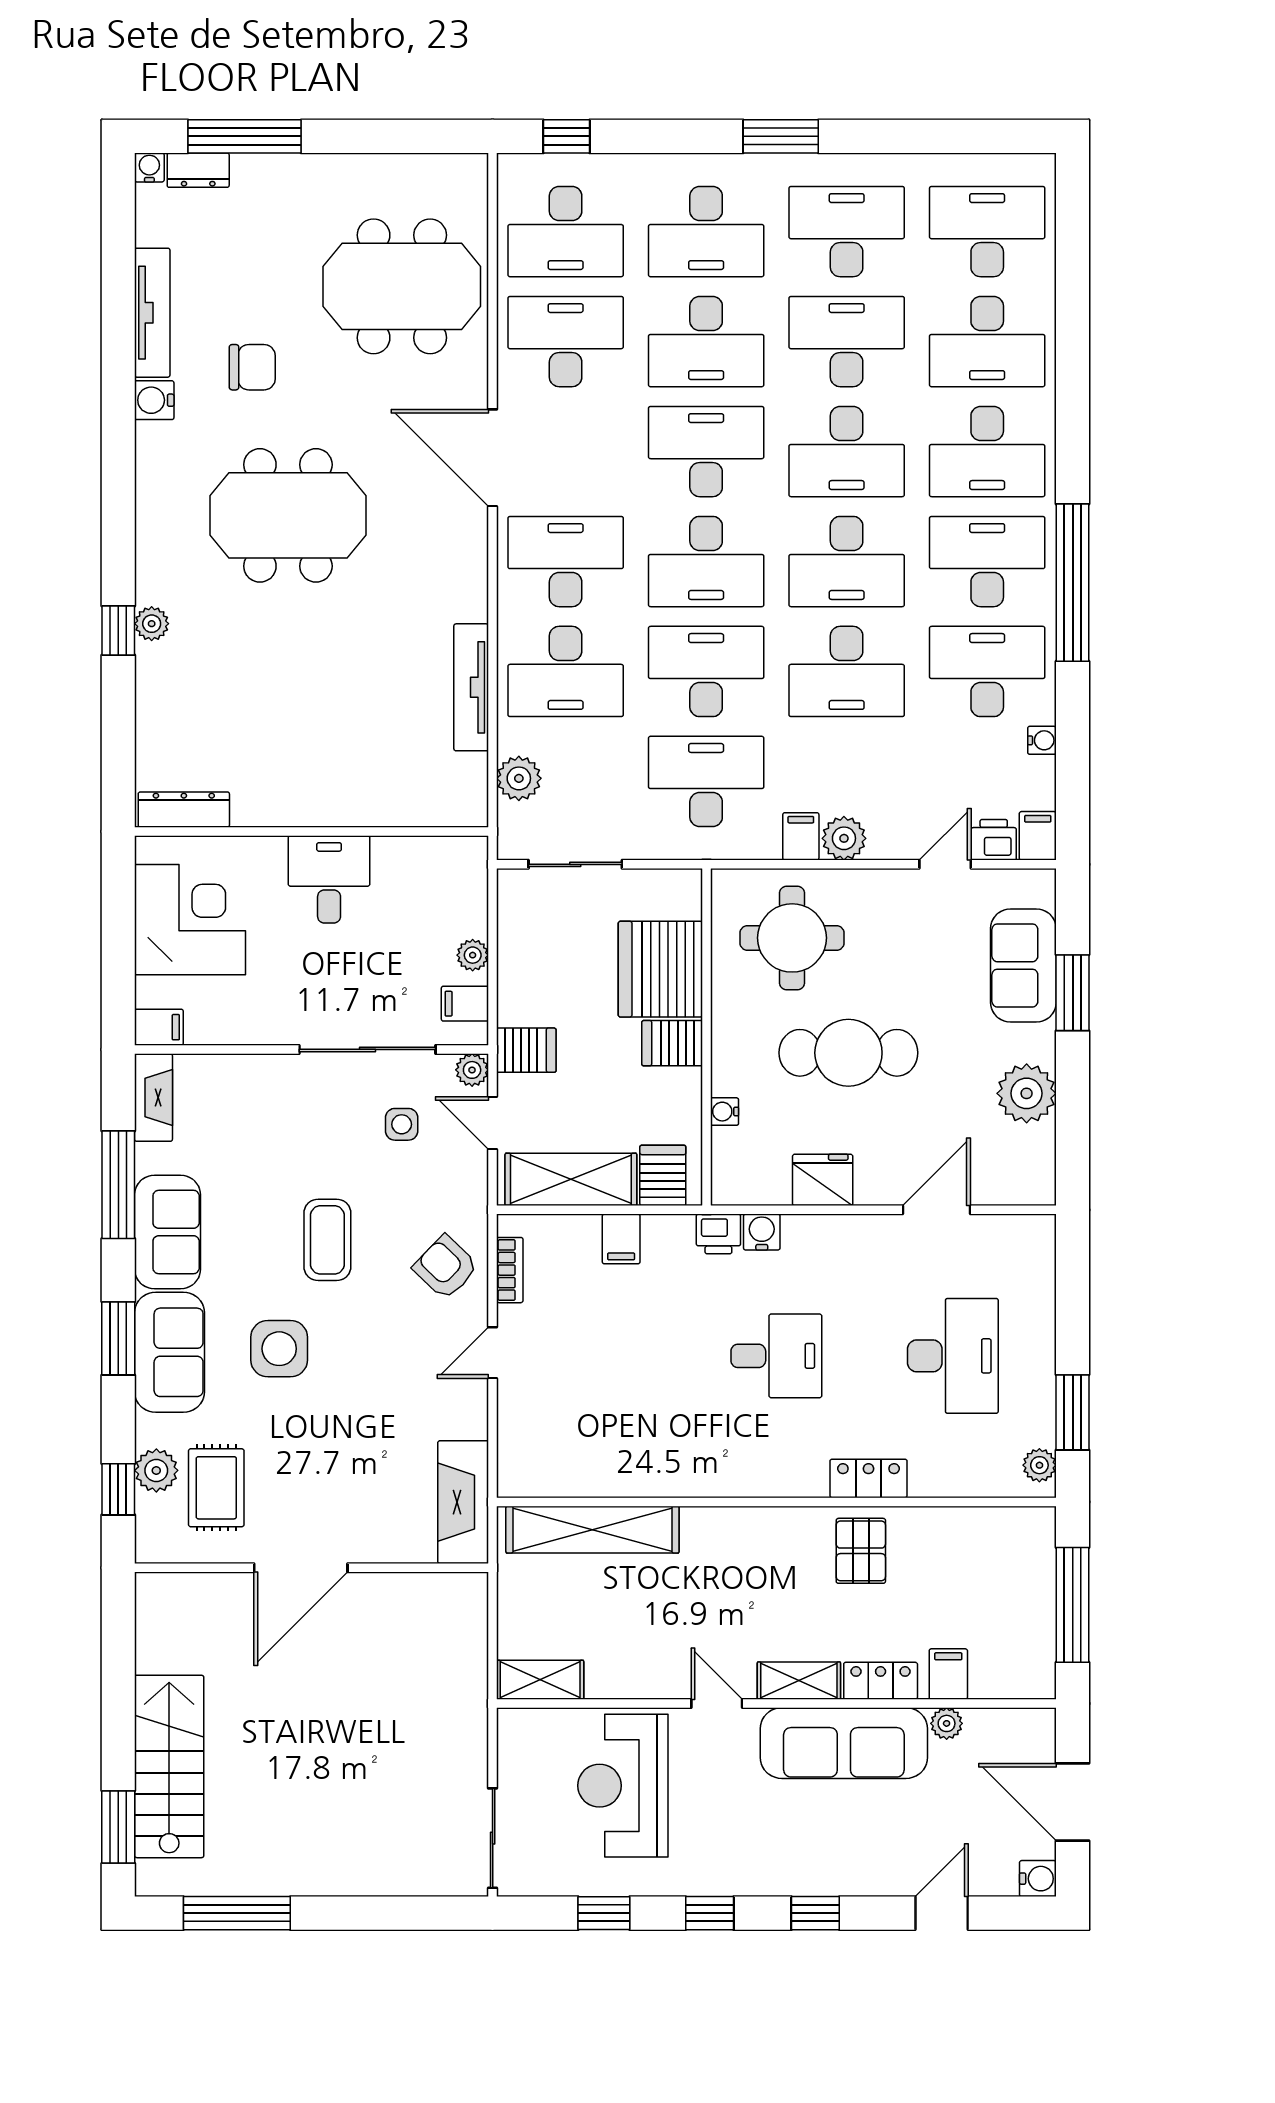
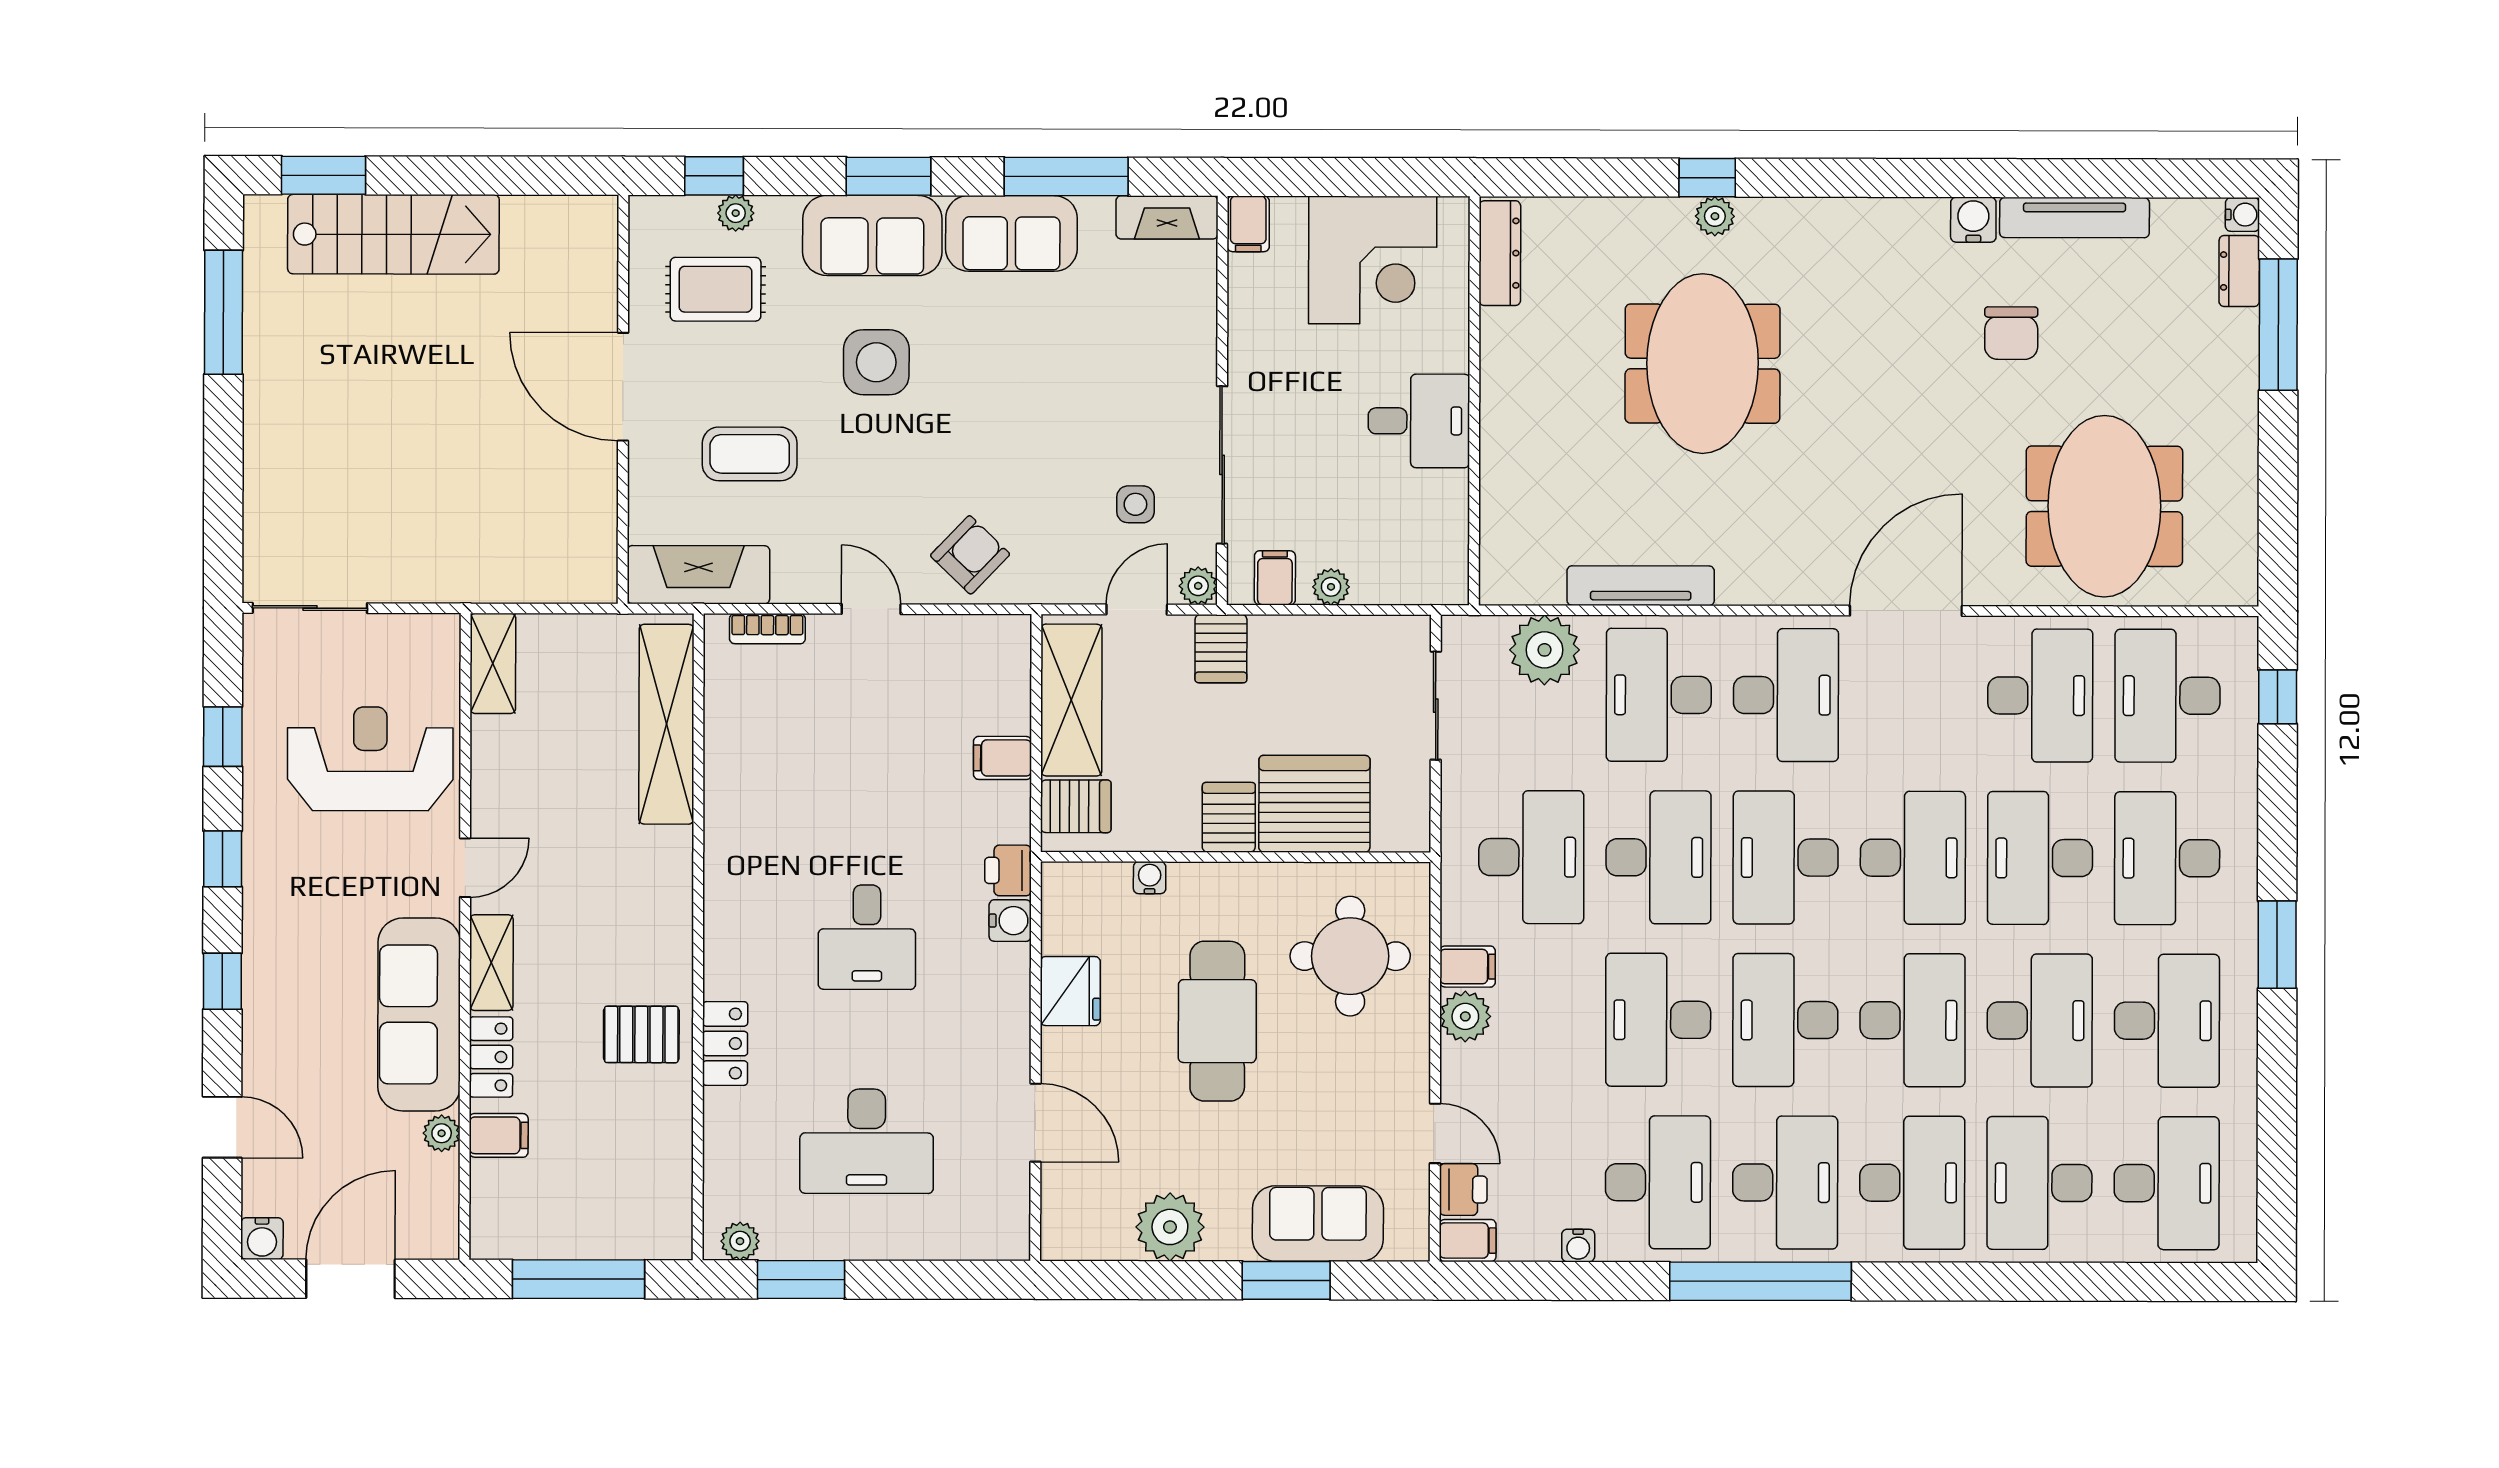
desk: (847, 452) -> (1913, 1020), turned 180
desk: (987, 452) -> (1912, 1183), turned 180
meeting table: (288, 515) -> (1703, 364), moved
plant: (519, 778) -> (1545, 650), width x1.36, depth x1.36
coffee table: (327, 1240) -> (750, 454), moved
bookcase: (510, 1270) -> (767, 629), moved
plant: (156, 1470) -> (736, 213), width x0.73, depth x0.73

